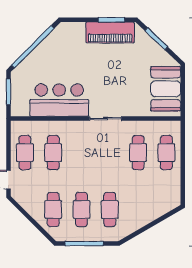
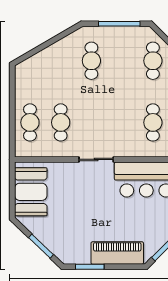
piano: (110, 32) -> (117, 253), moved
cafe table: (81, 209) -> (122, 61), removed

